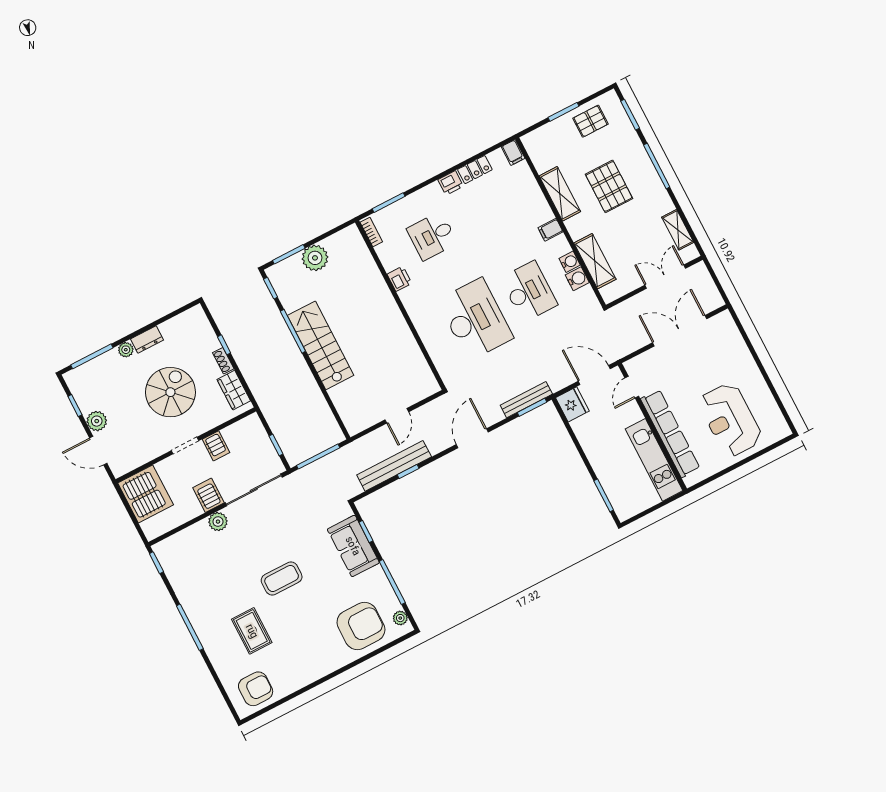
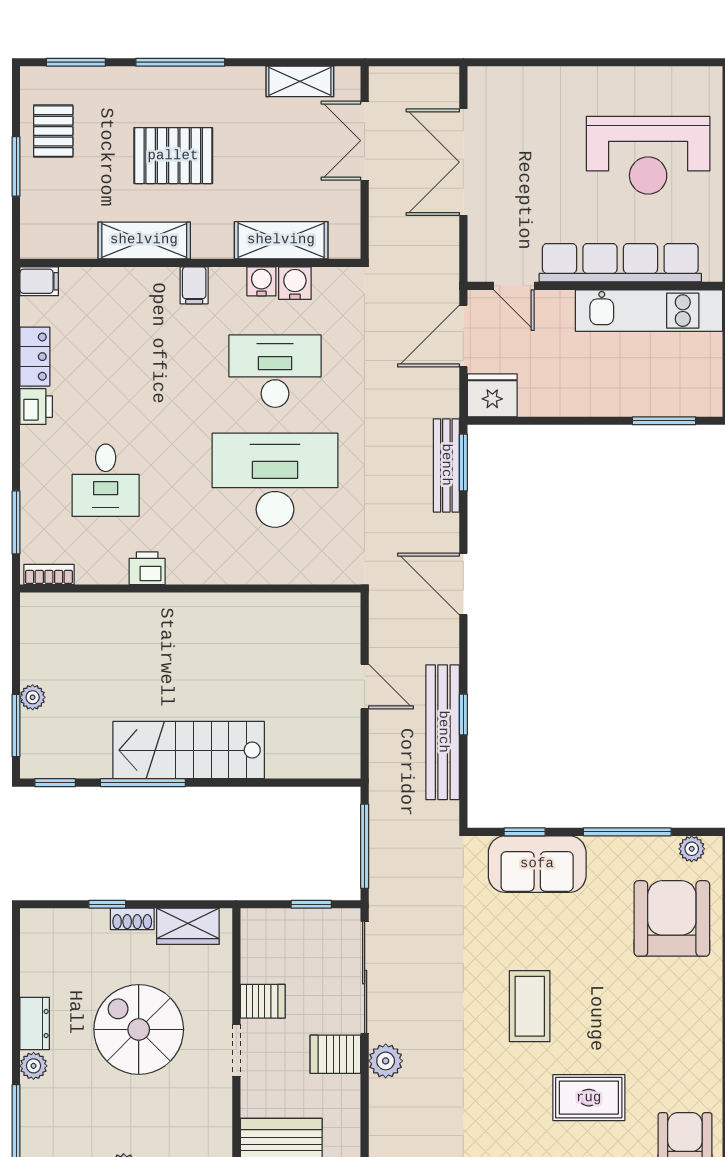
plant: (315, 258) -> (33, 697), width x0.53, depth x0.53

